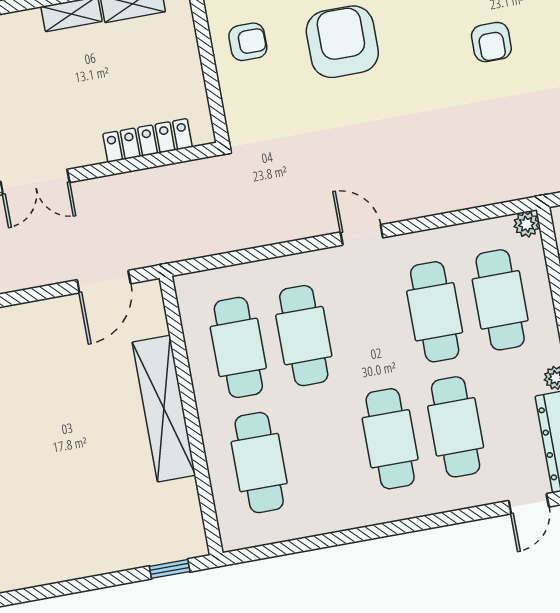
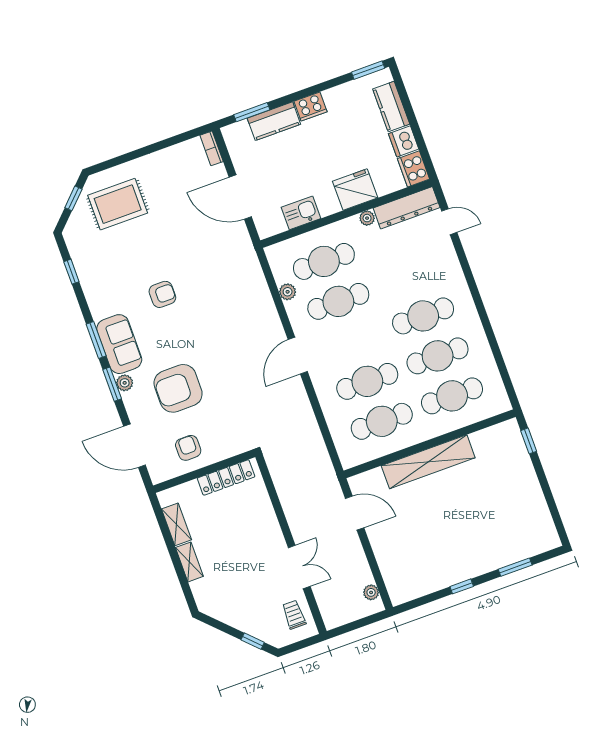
locker: (147, 140) -> (226, 477), moved, turned -90
plant: (527, 224) -> (288, 292), moved
door: (362, 235) -> (298, 356), width x1.38
cafe table: (456, 427) -> (438, 356), moved

